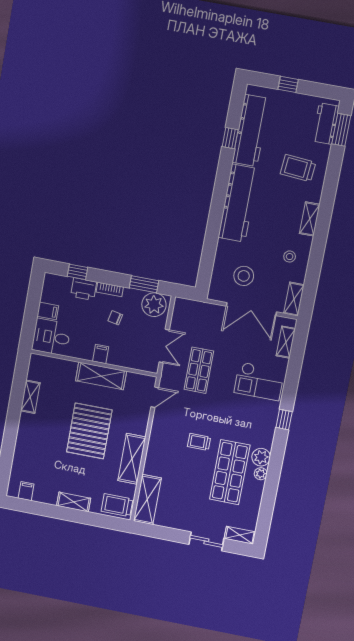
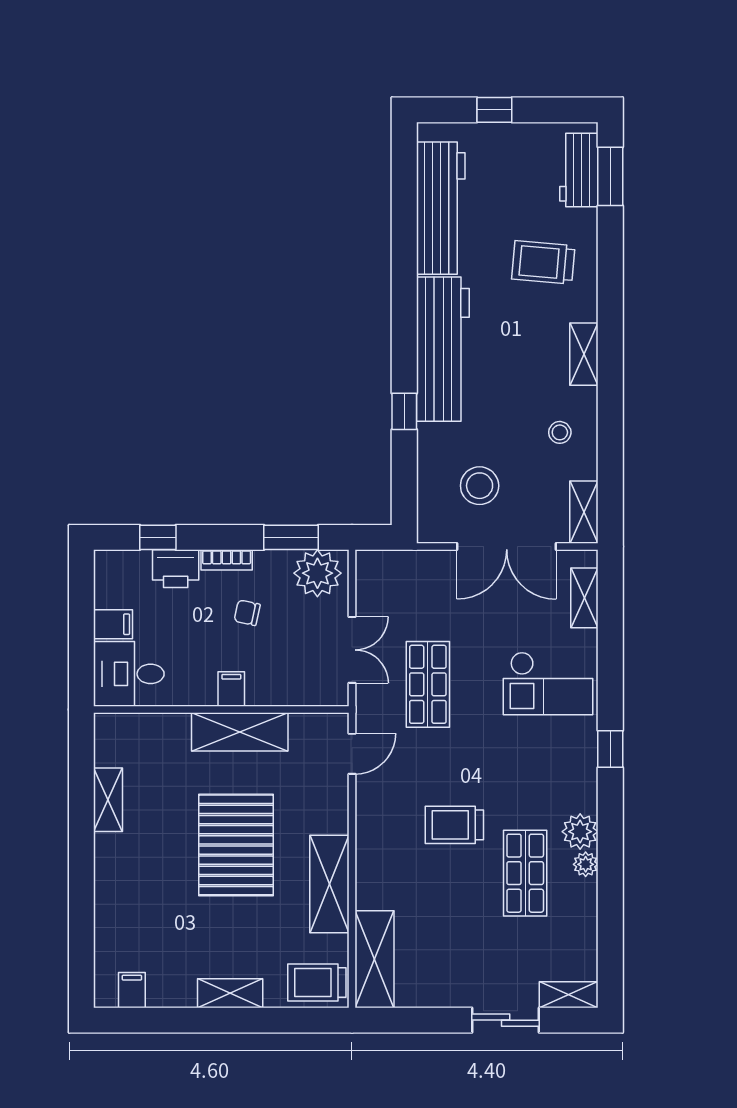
window: (230, 138) -> (404, 411), moved
trolley: (199, 442) -> (454, 825), width x1.36, depth x1.39
shop shelf: (230, 472) -> (525, 873), width x0.70, depth x0.74

